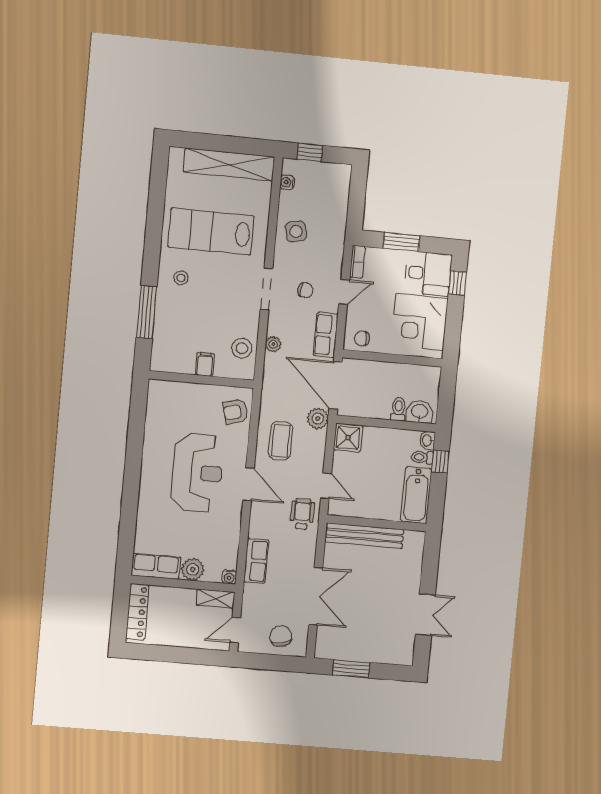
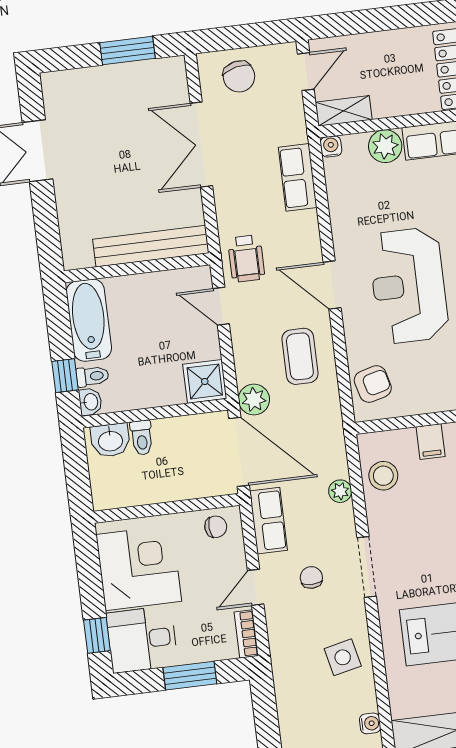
chair: (305, 290) -> (311, 577), turned 86

